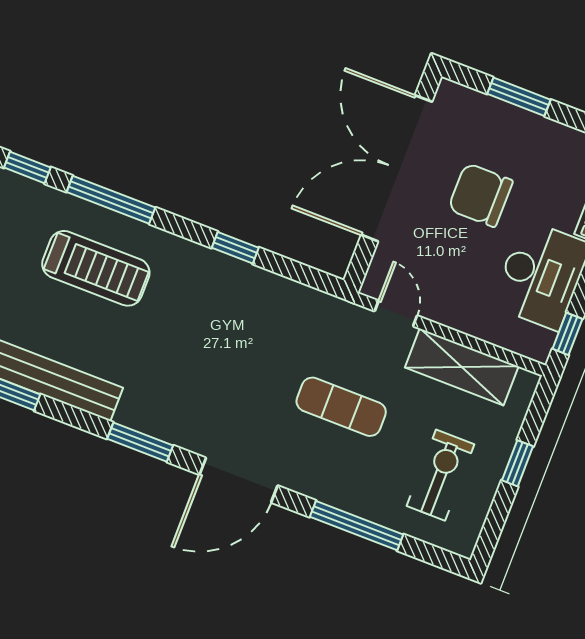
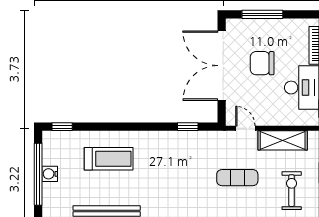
window: (519, 97) -> (262, 14), width x1.44
window: (111, 200) -> (104, 127), removed
window: (235, 248) -> (188, 127), moved

